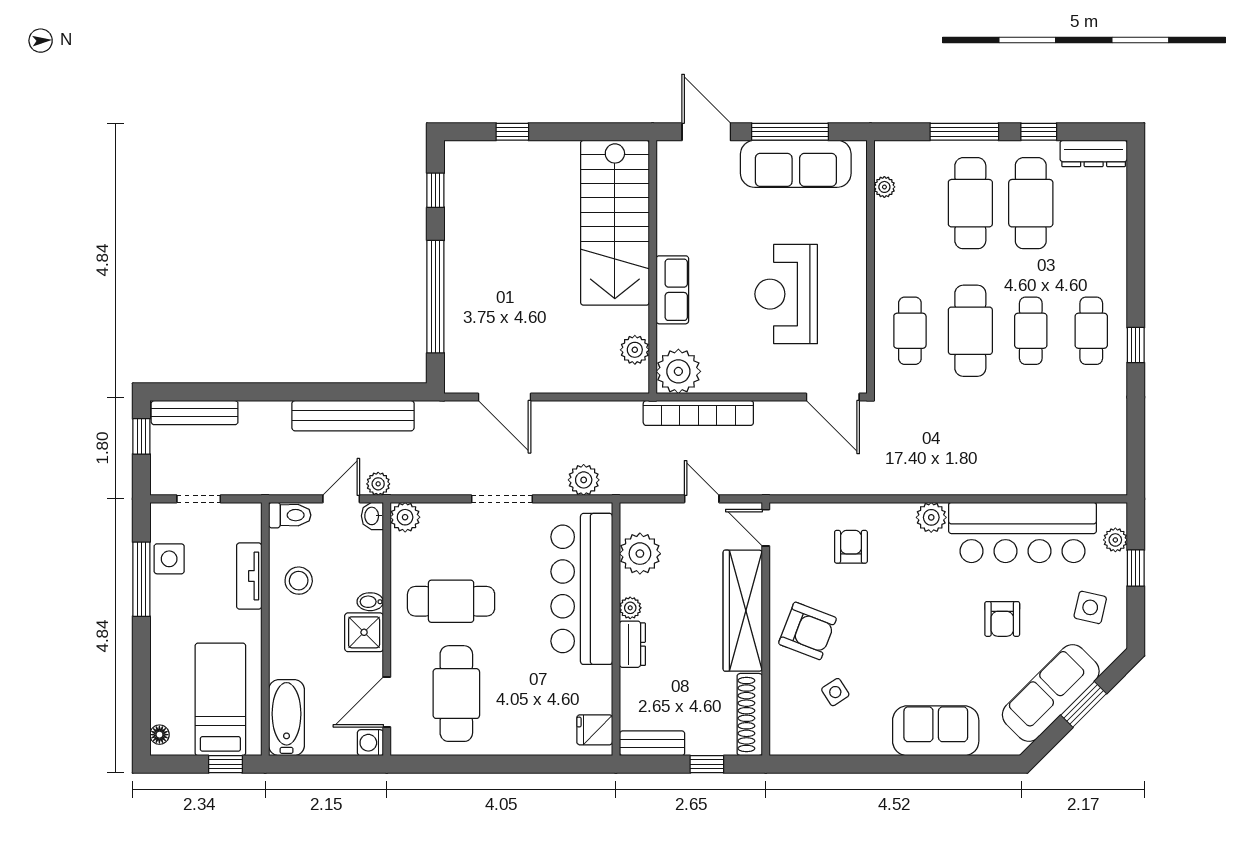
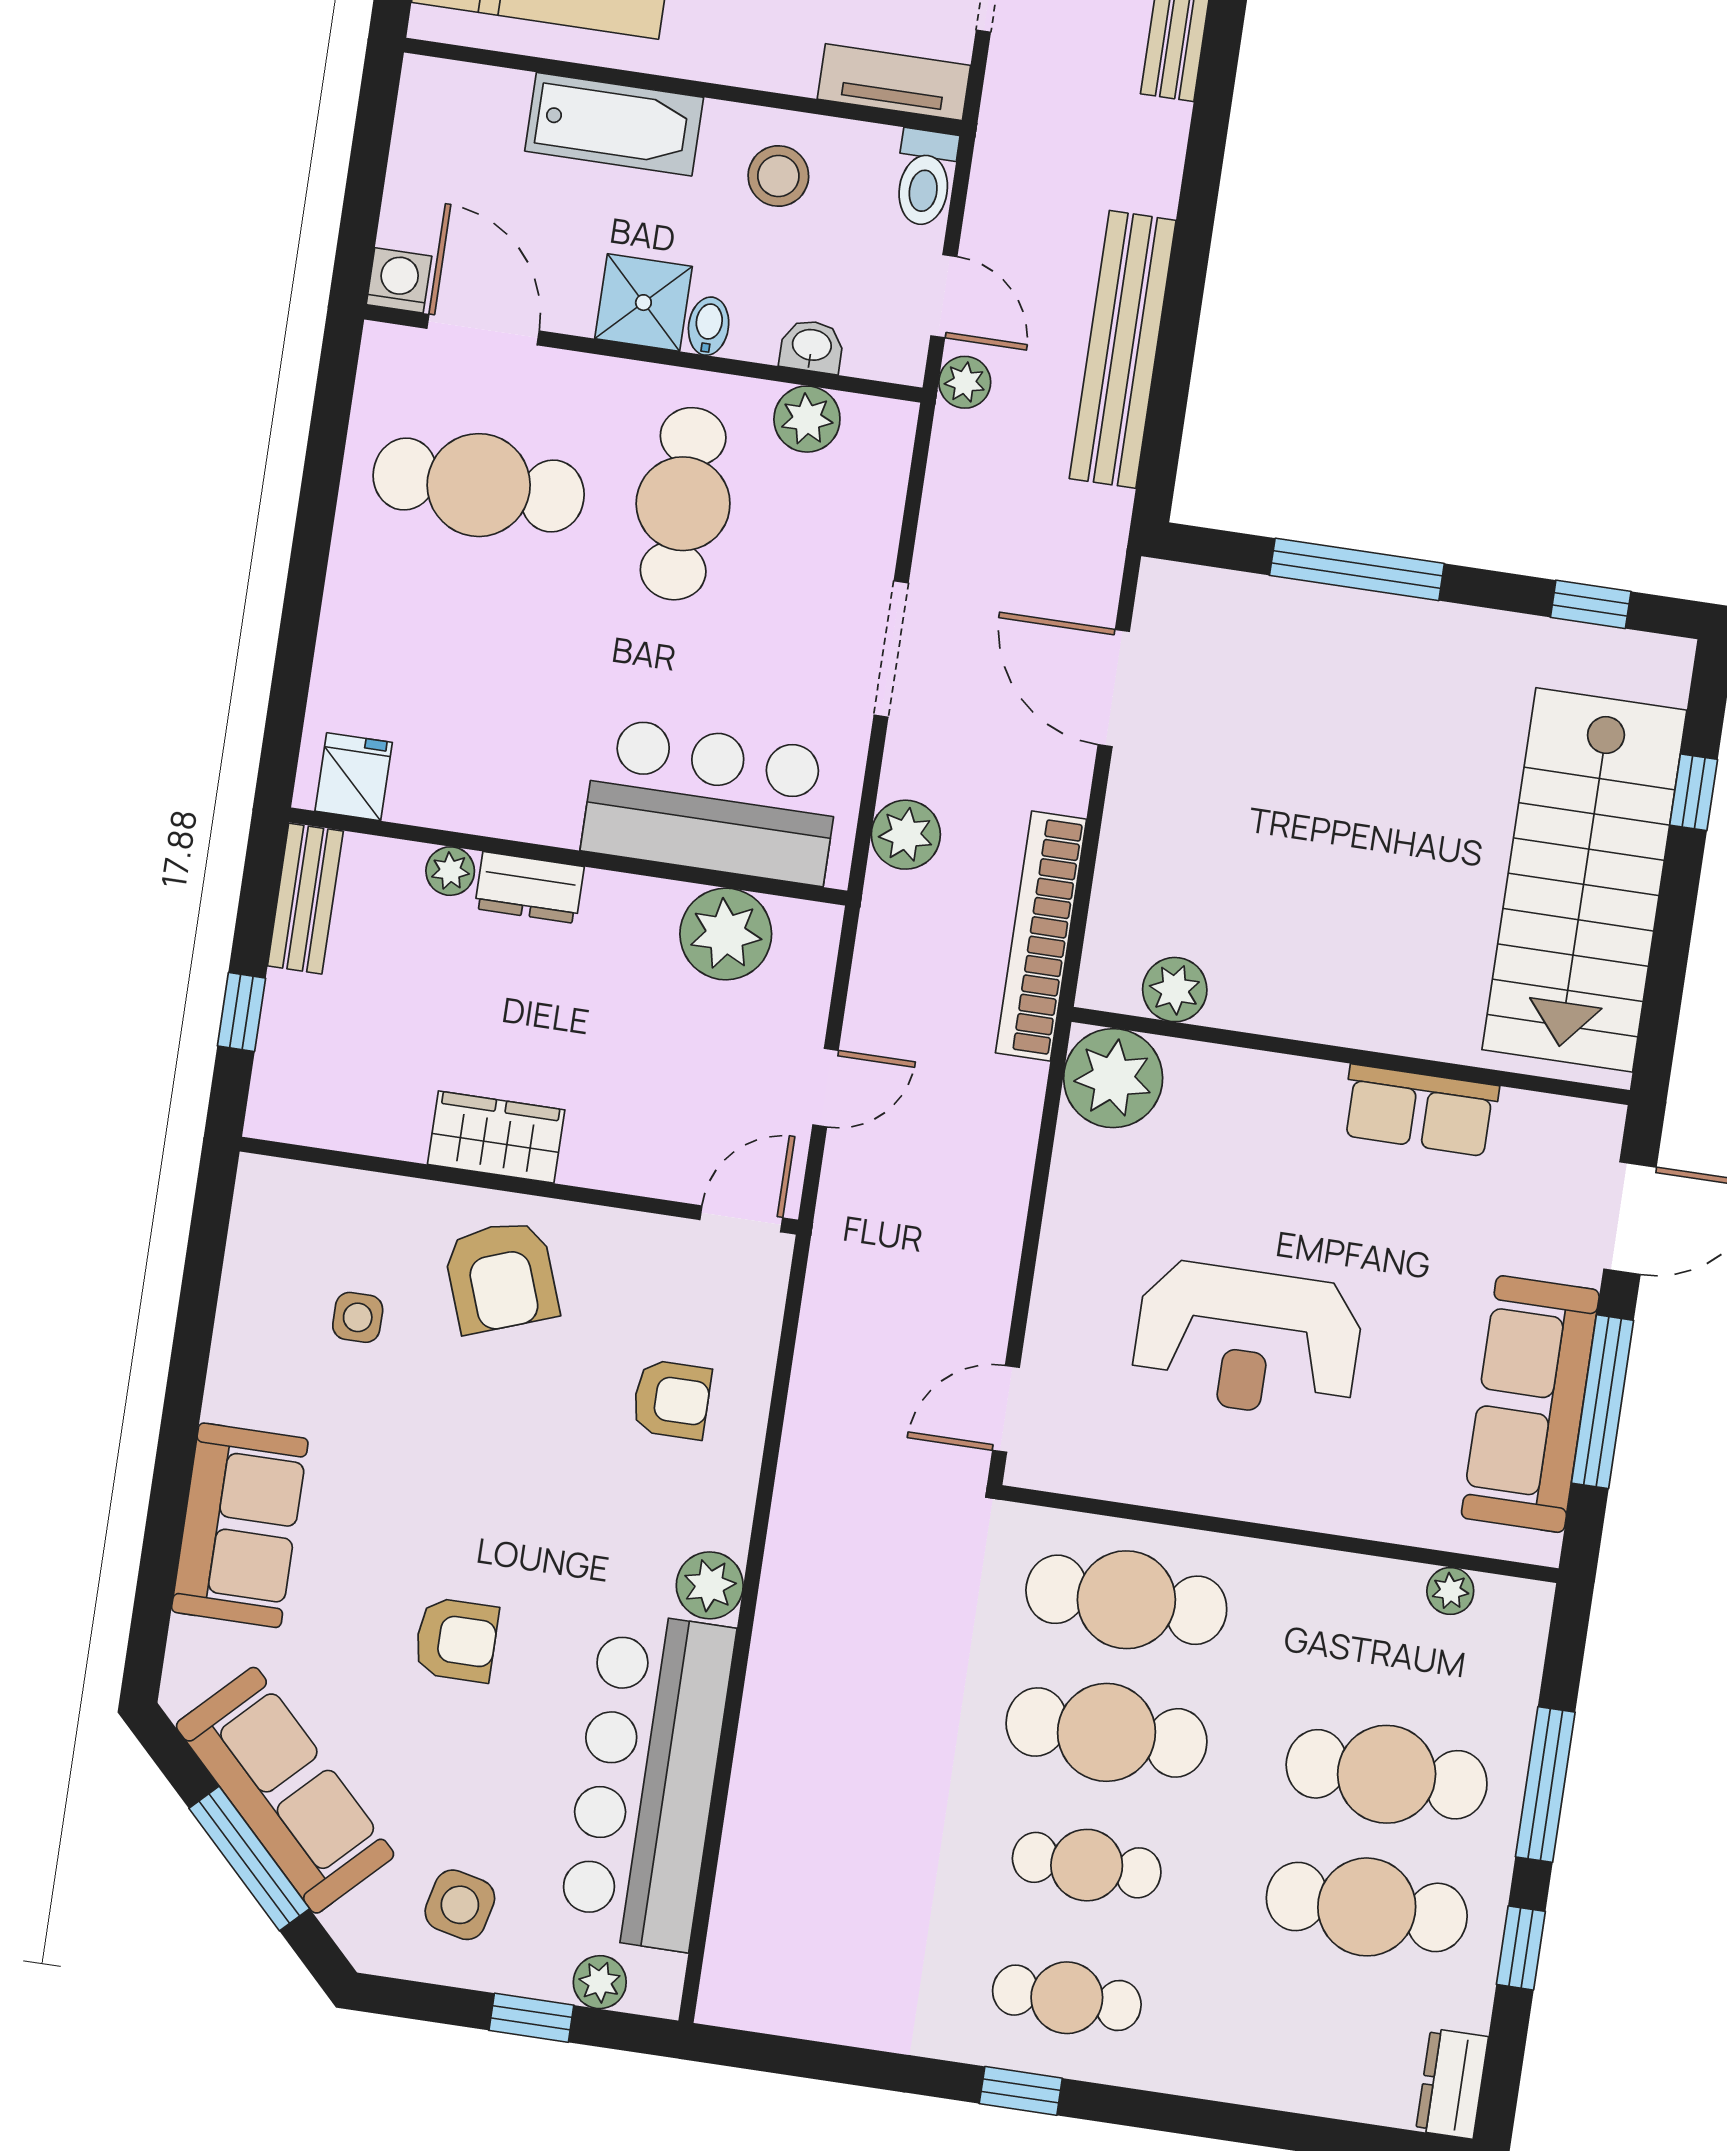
dresser: (1094, 153) -> (1452, 2084), width x0.70
stairs: (615, 223) -> (1584, 880), moved, turned -90
row of seats: (672, 290) -> (1420, 1110), moved
reception desk: (786, 294) -> (1247, 1340), turned 180
window: (435, 297) -> (1357, 569), width x0.68
cafe table: (910, 331) -> (1126, 1600), width x1.37, depth x1.35
door: (504, 397) -> (1114, 688), hinge flipped
door: (833, 397) -> (1006, 1409), width x0.73
bookcase: (698, 413) -> (1041, 936), moved
washbasin: (372, 516) -> (812, 346), moved
plant: (405, 517) -> (807, 419), moved
tv unit: (249, 576) -> (894, 82), moved
bar counter: (582, 589) -> (712, 801), width x0.73
plant: (630, 608) -> (450, 871), moved
wardrobe: (743, 611) -> (496, 1137), width x0.48, depth x0.85
armchair: (1002, 619) -> (456, 1640), moved, turned 180
armchair: (807, 631) -> (501, 1276), turned -41
side table: (835, 692) -> (358, 1317), turned 33
window: (1084, 704) -> (249, 1858), width x1.44
shoe rack: (750, 714) -> (336, 1122), removed
bathtub: (287, 718) -> (614, 124), moved

